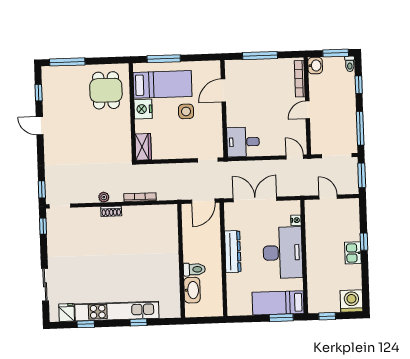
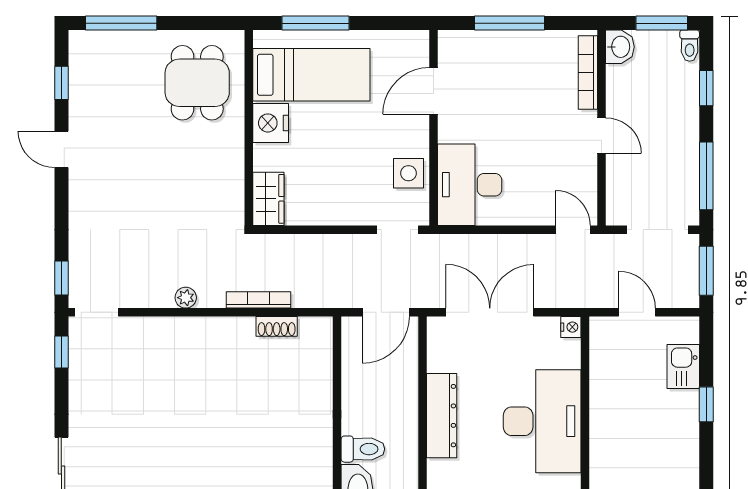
door: (308, 110) -> (601, 136), swing flipped
side table: (186, 111) -> (408, 173), moved
desk: (243, 142) -> (470, 185), width x1.37
shoe rack: (111, 211) -> (277, 326), moved
nightstand: (296, 220) -> (571, 327), moved
kitchen sink: (353, 253) -> (683, 366), moved

